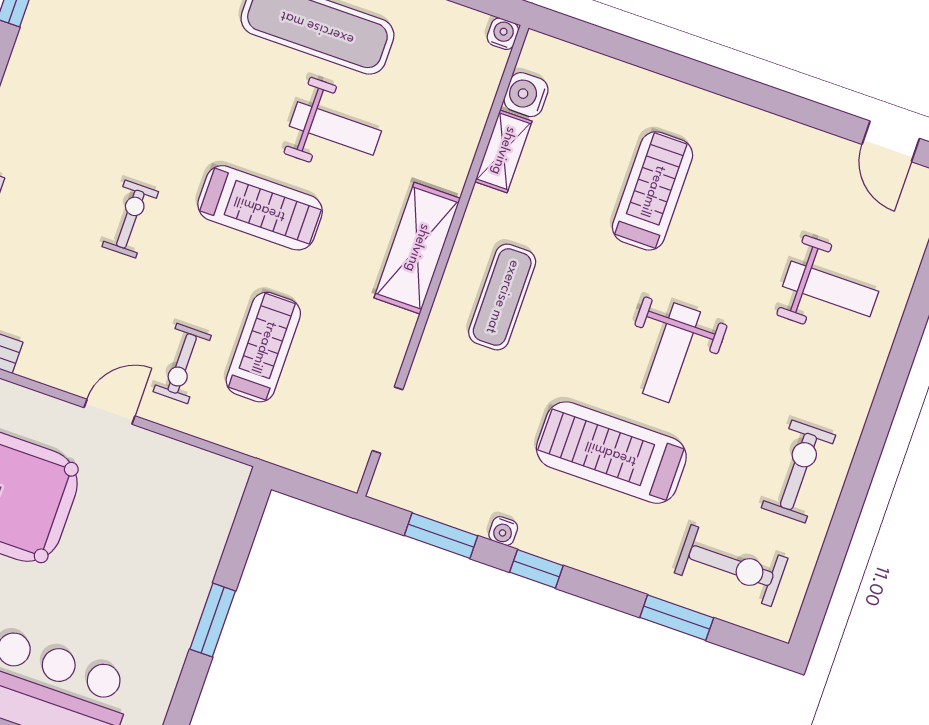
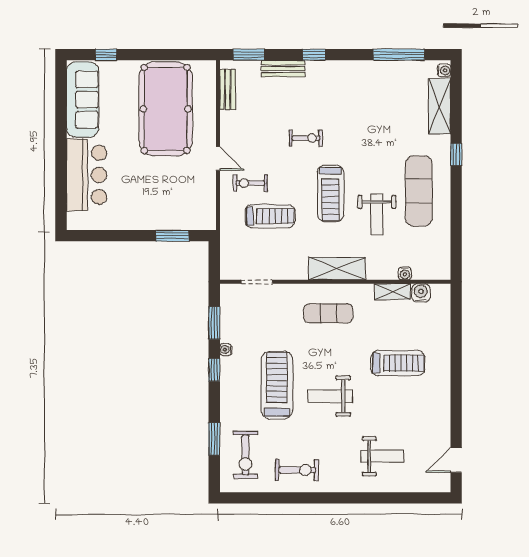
water cooler: (503, 34) -> (405, 273), moved, turned 90
weight bench: (831, 289) -> (382, 456), turned -90
window: (213, 620) -> (172, 236), moved

